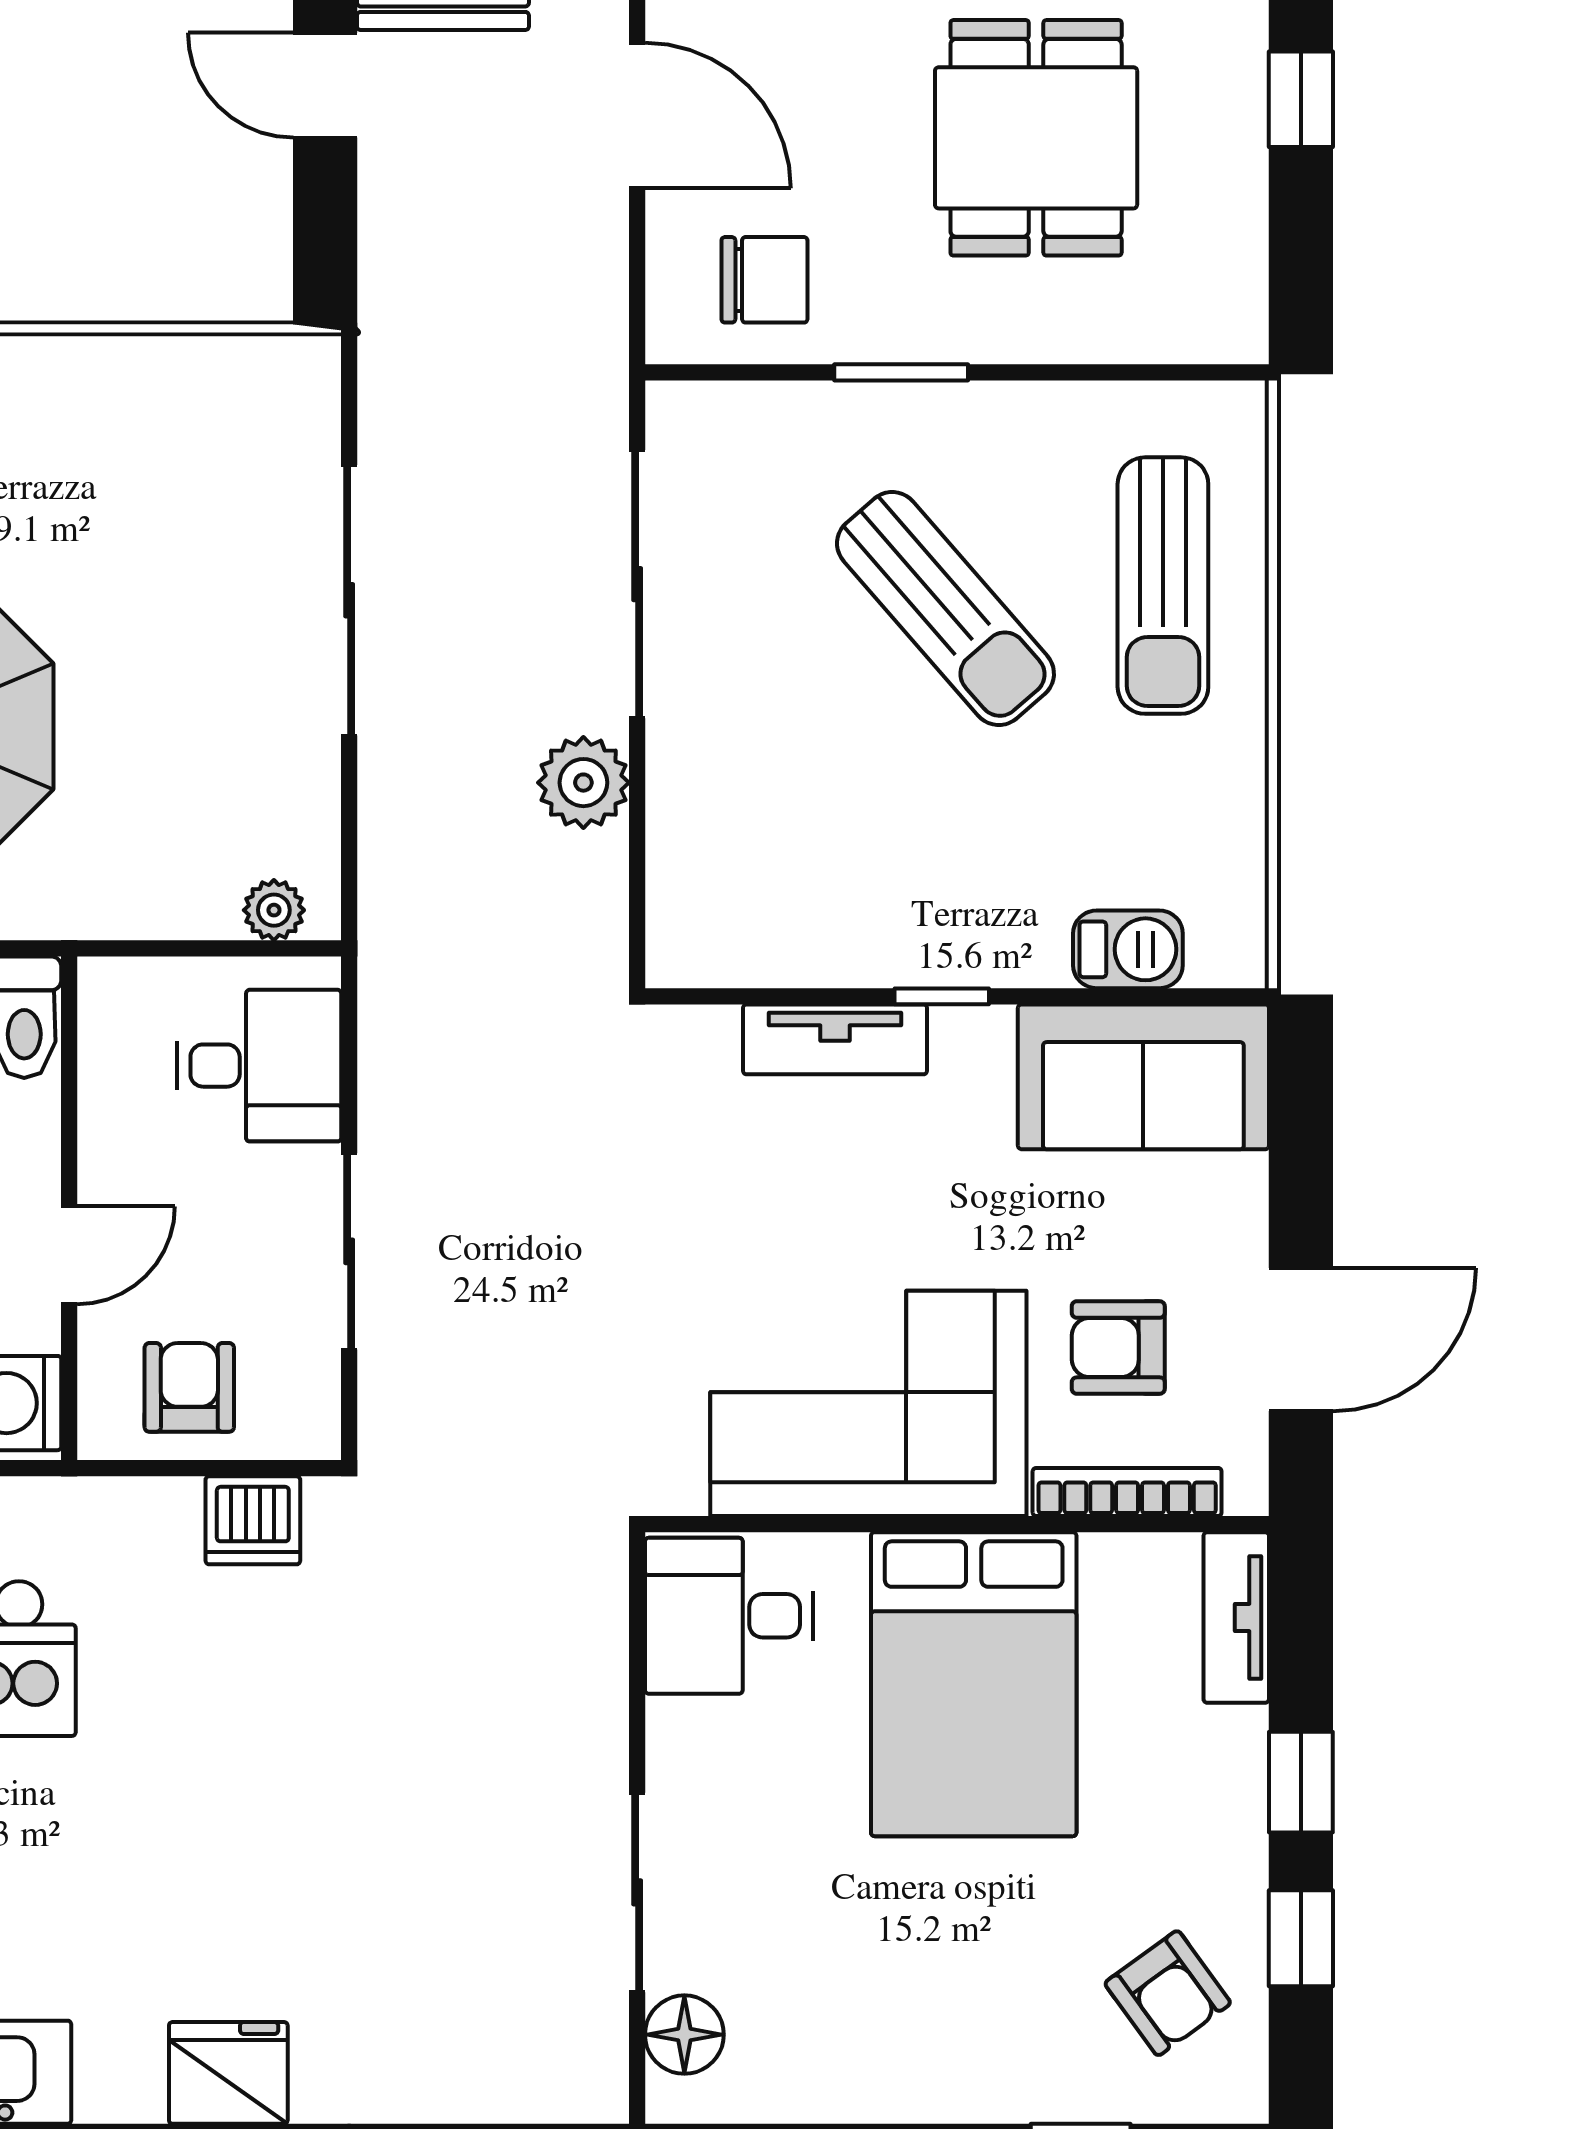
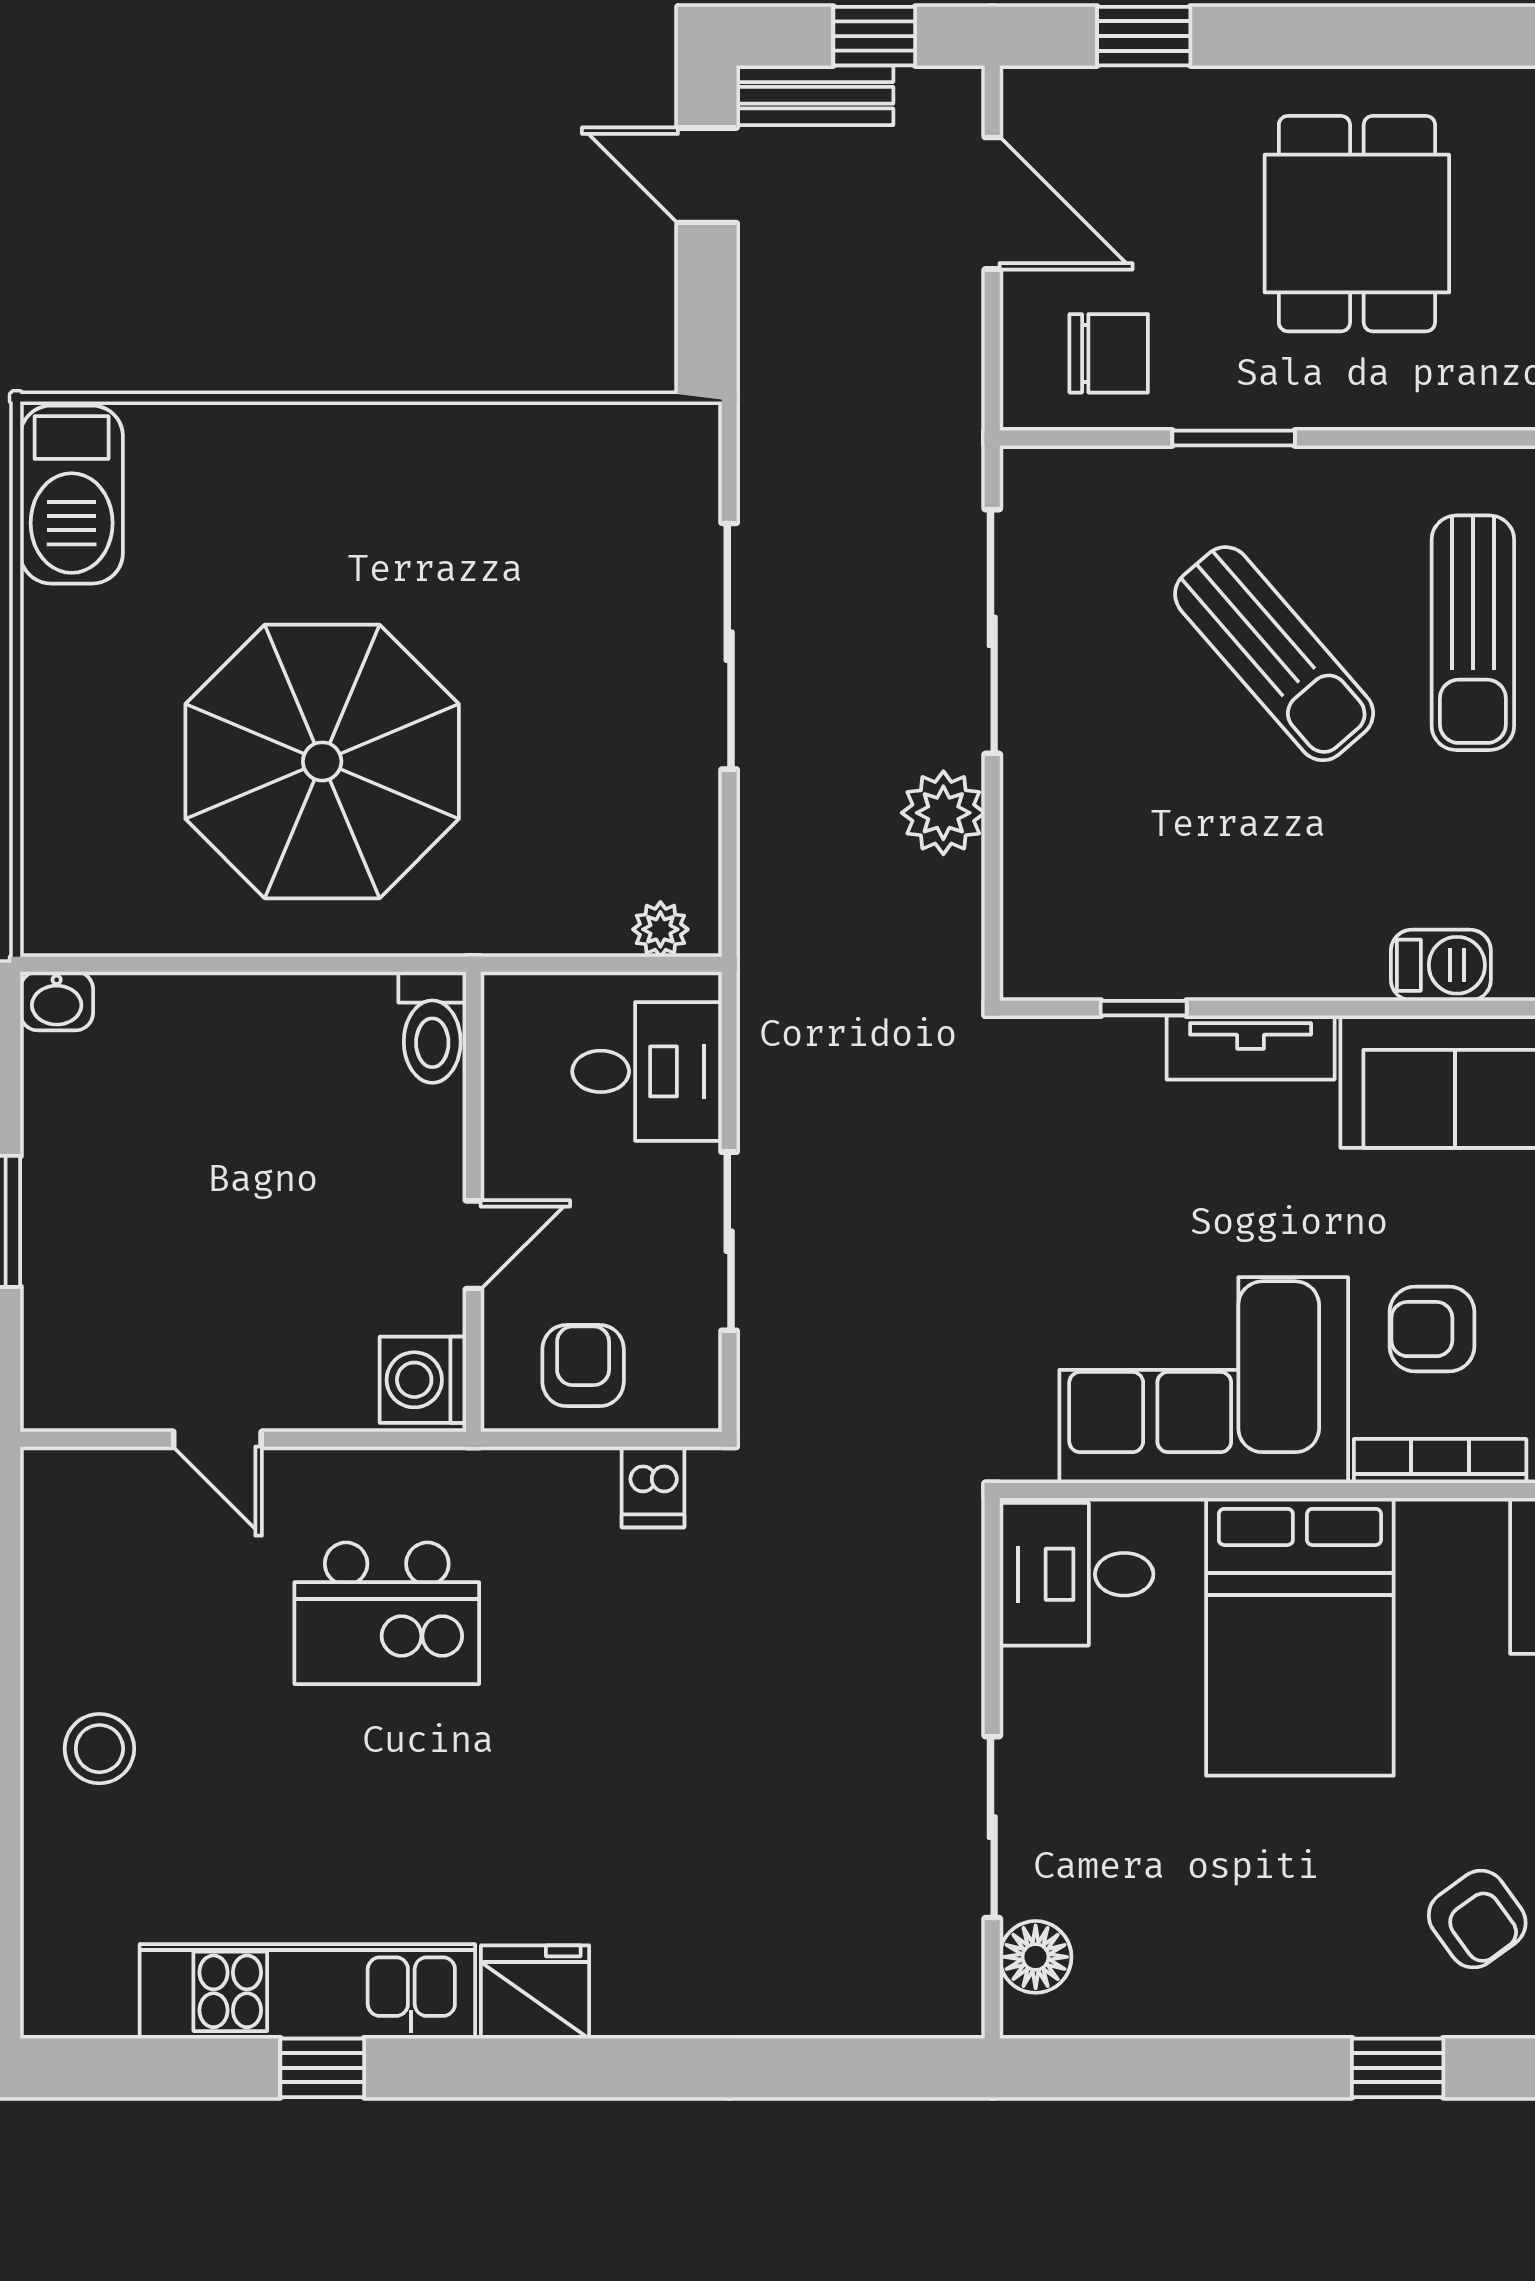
window: (942, 996) -> (1144, 1008), moved
tv unit: (835, 1039) -> (1251, 1047), moved
dishwasher: (253, 1520) -> (653, 1487), width x0.73
fridge: (228, 2073) -> (535, 1992), moved

